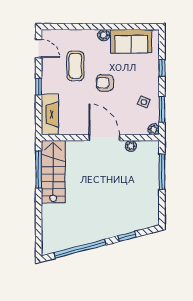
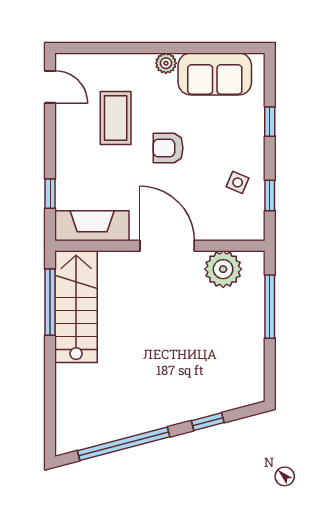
window: (39, 87) -> (50, 194), moved
window: (162, 109) -> (270, 195), width x0.67
fireplace: (50, 114) -> (92, 226), moved, turned -90
plant: (154, 129) -> (255, 231), removed
plant: (131, 146) -> (223, 269), width x1.88, depth x1.88

